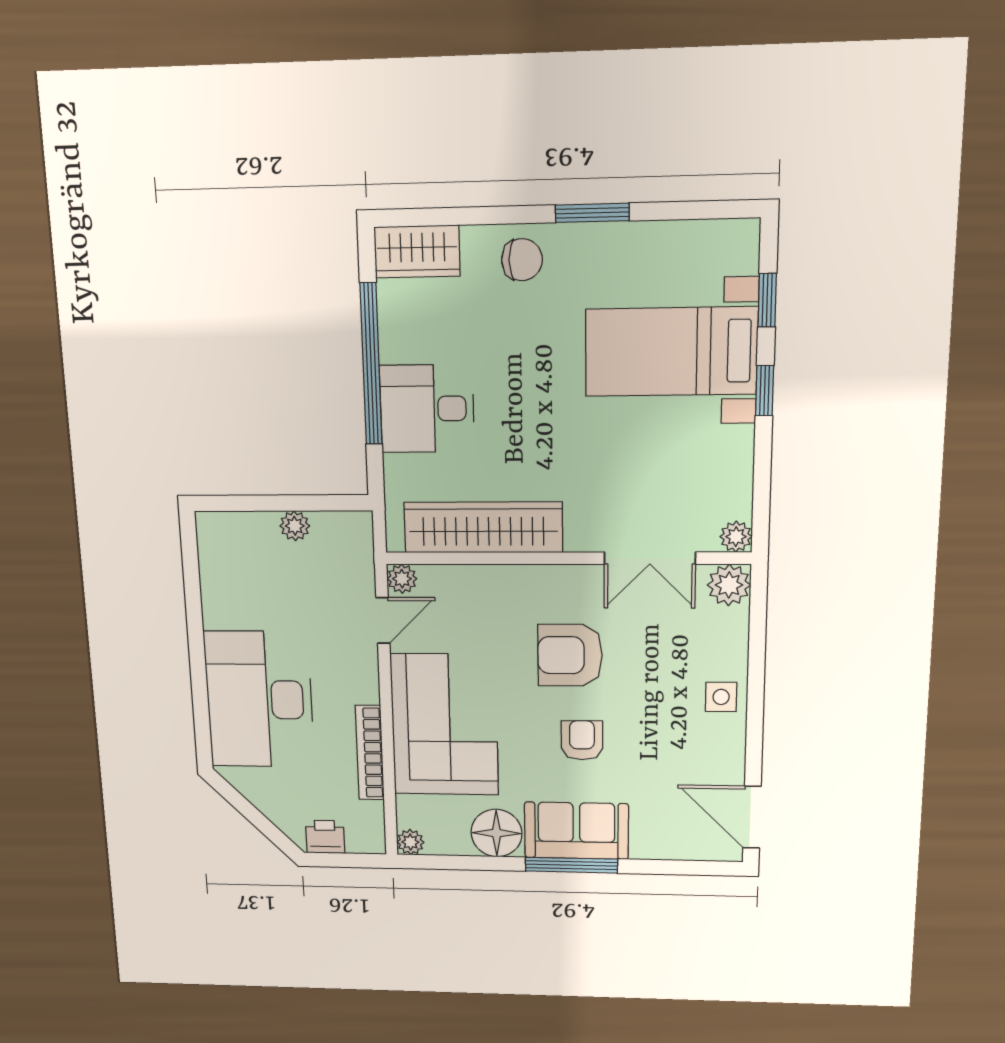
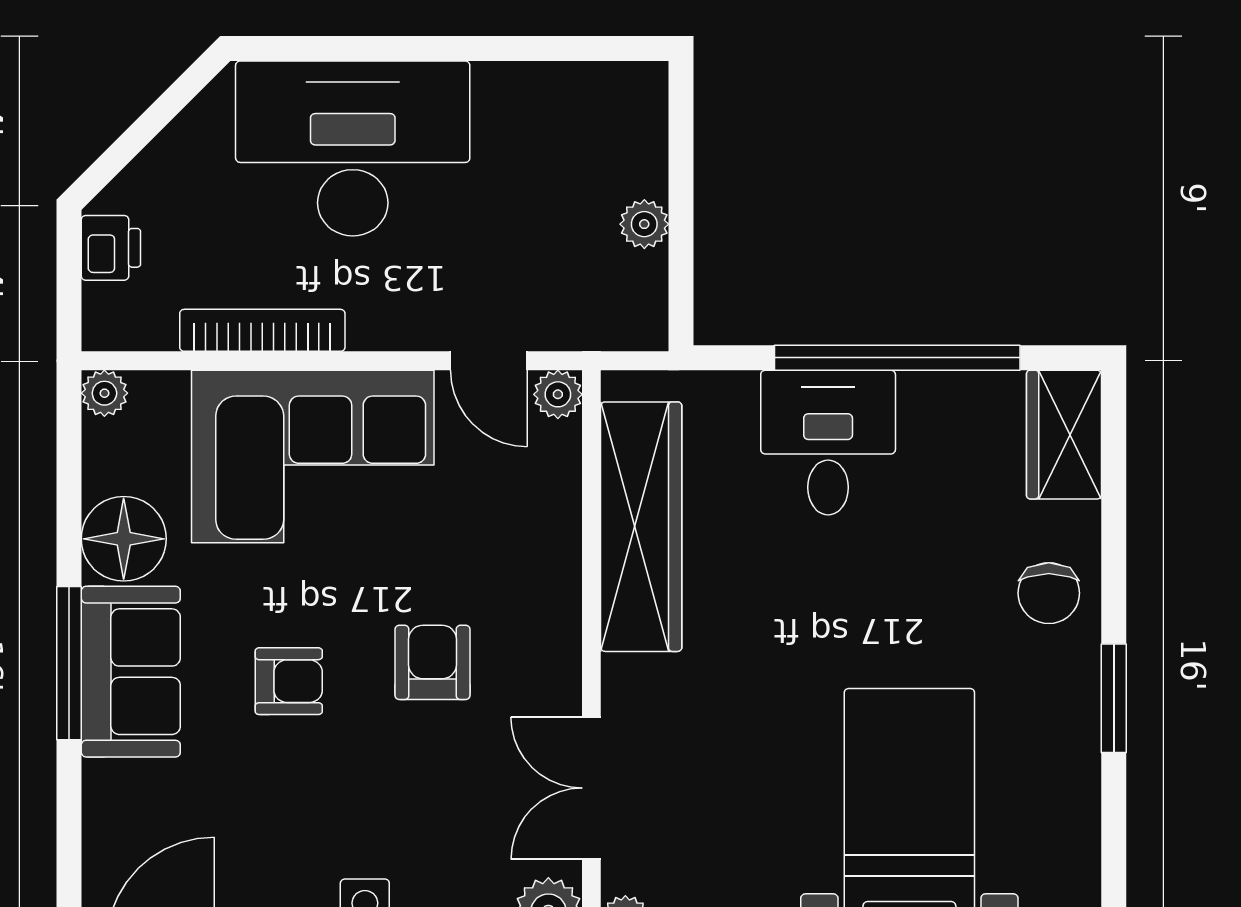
armchair: (570, 655) -> (433, 662), width x0.72, depth x0.72

